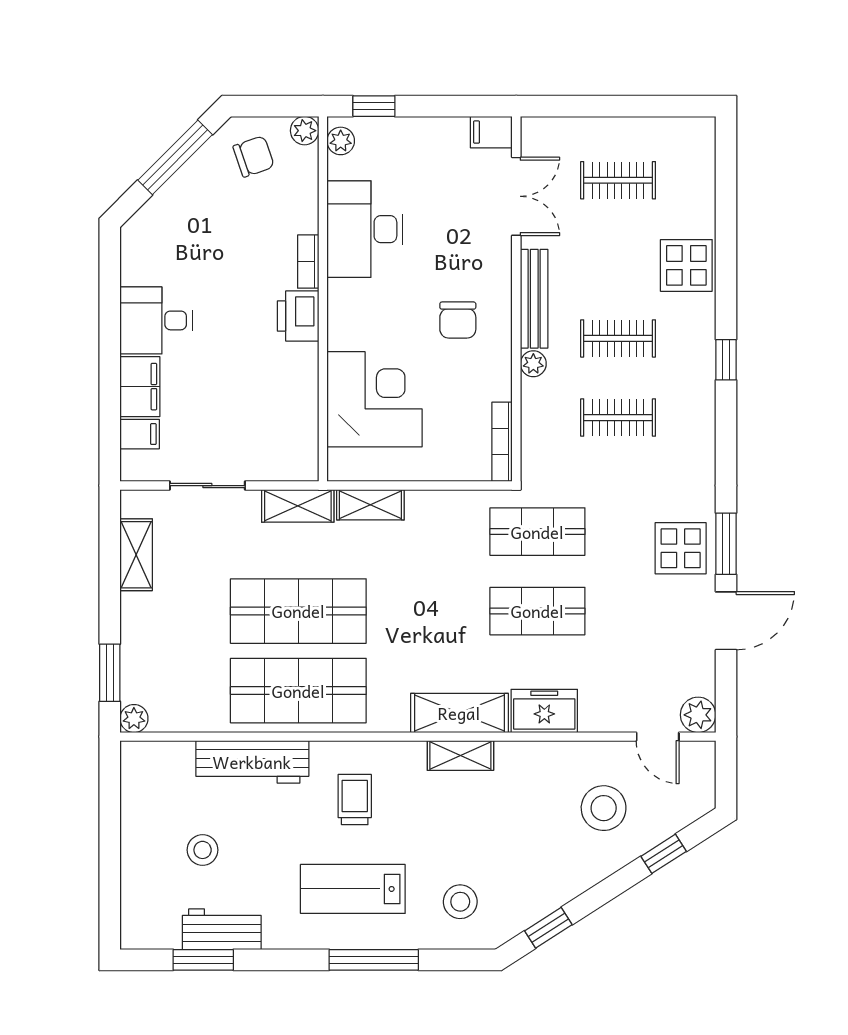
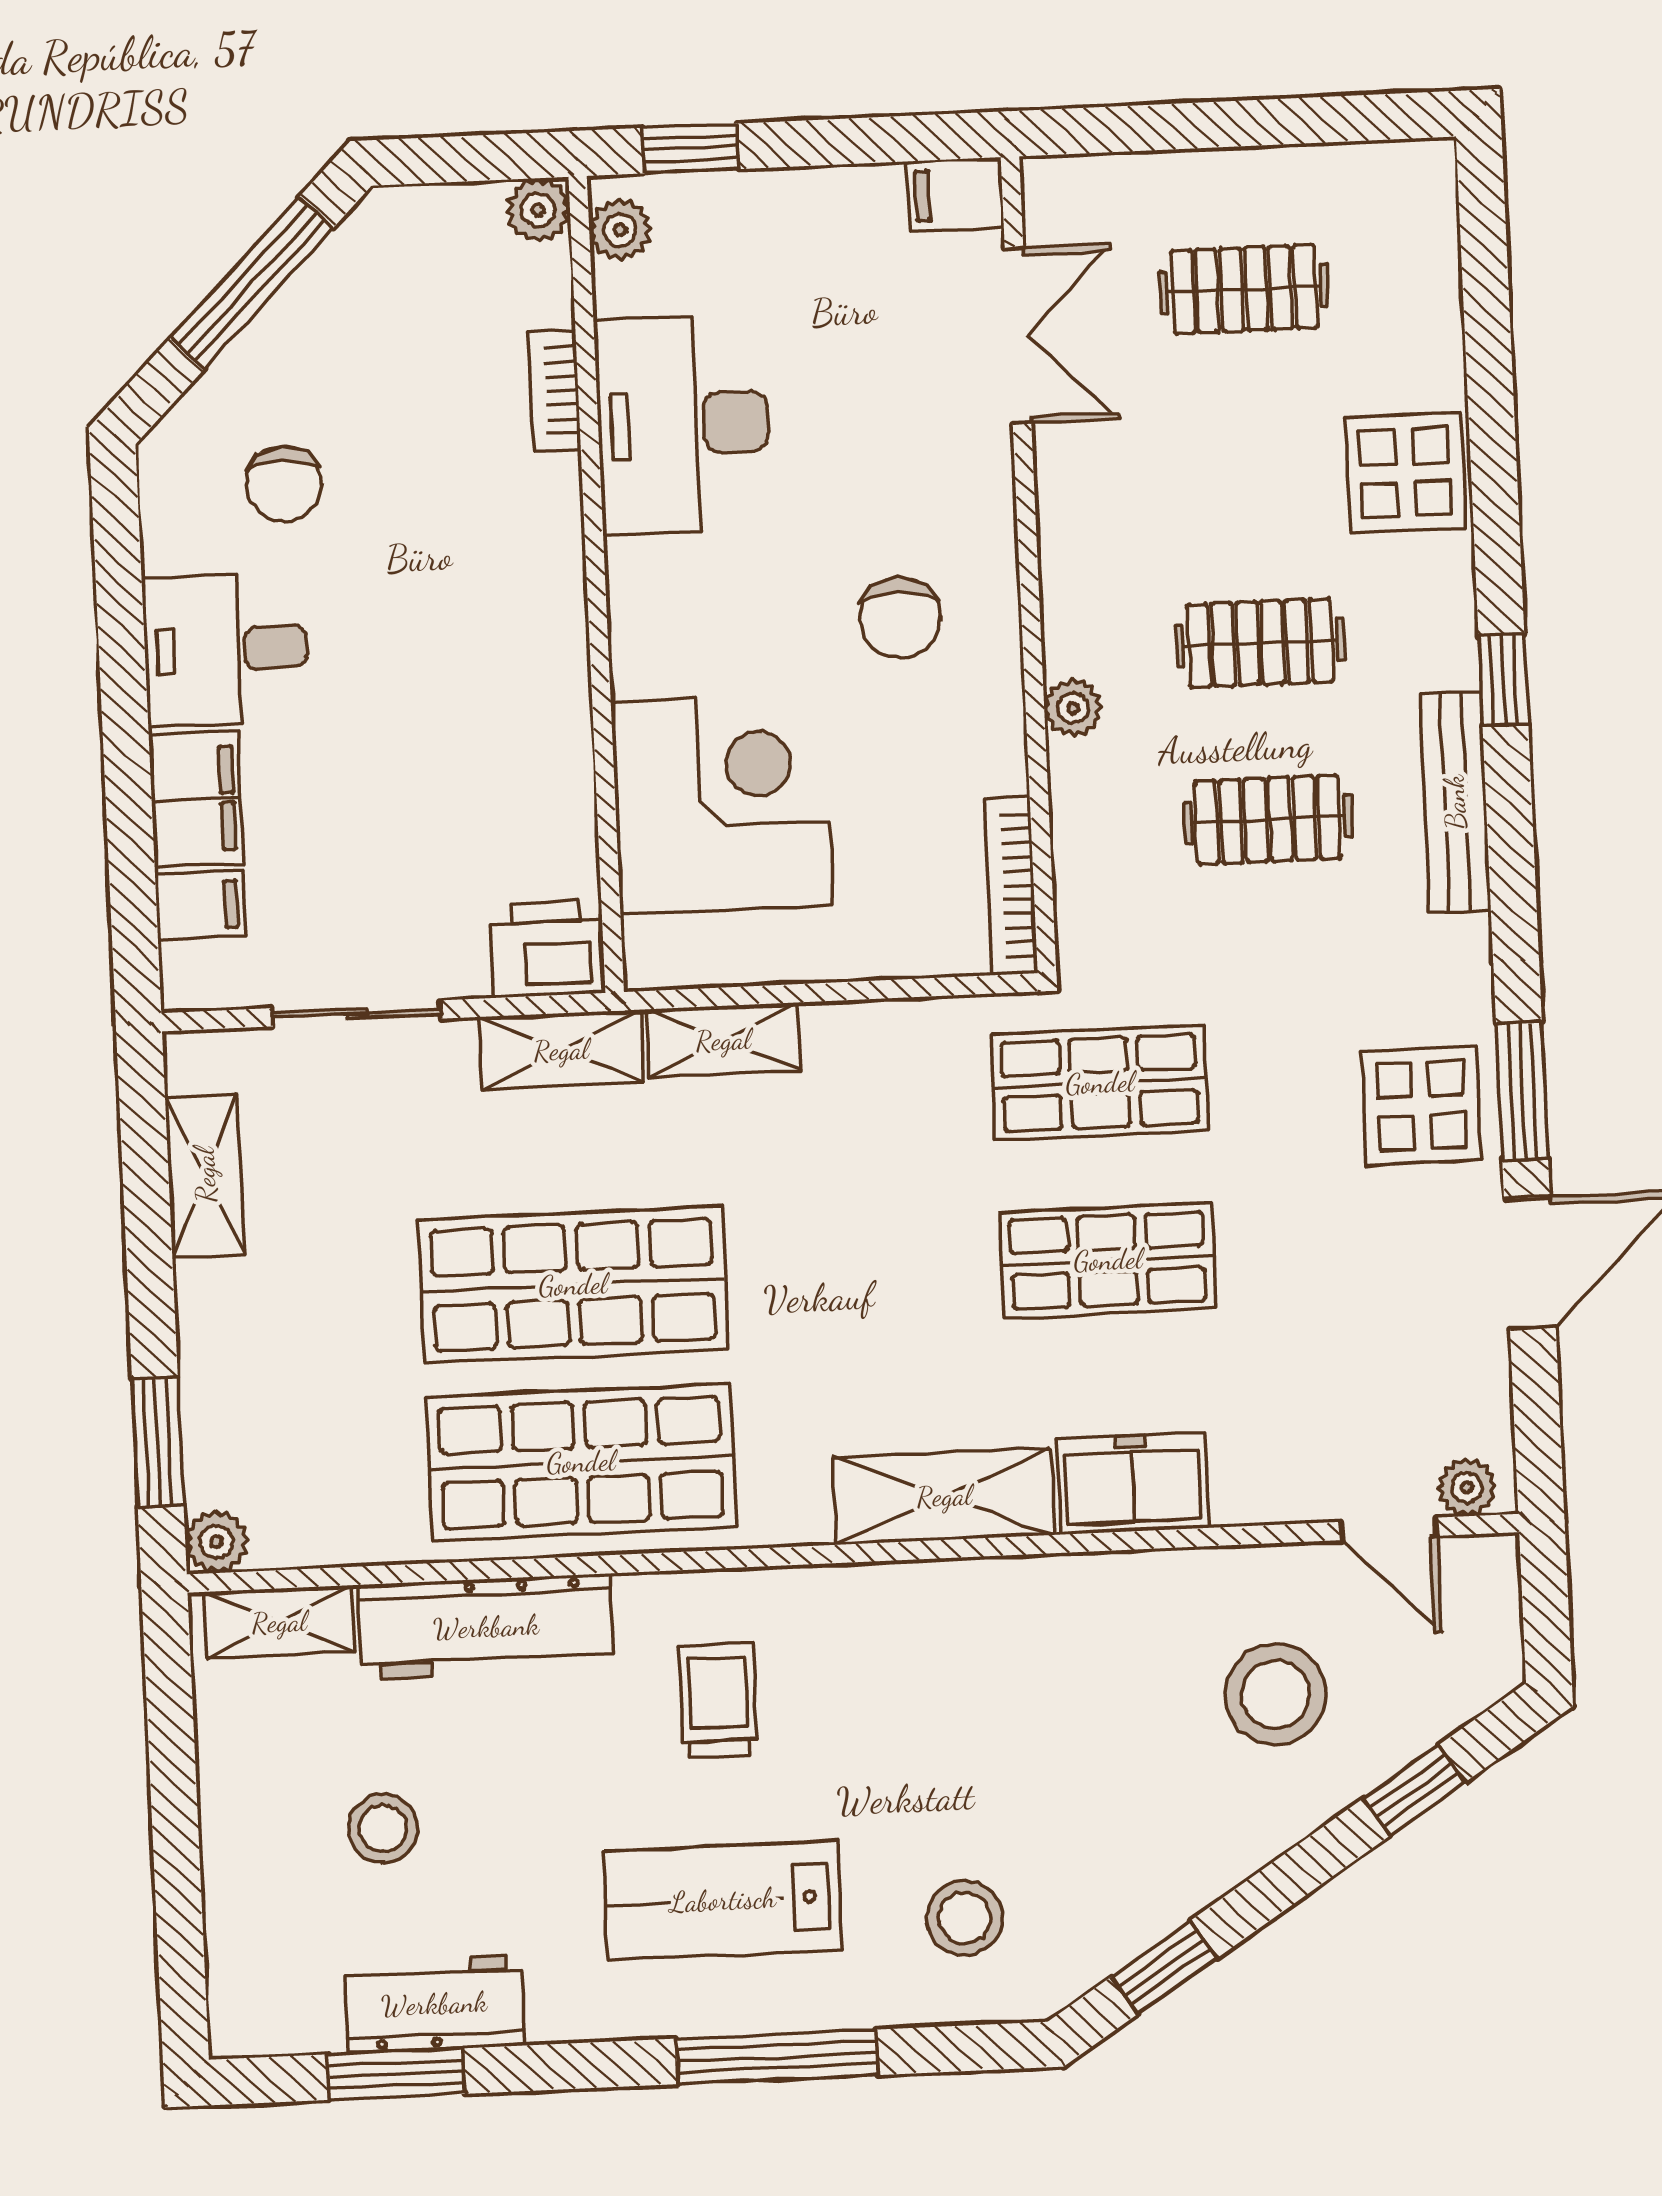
chair: (254, 156) -> (284, 484), moved, turned 109
bookcase: (308, 262) -> (554, 391), moved
bench: (534, 299) -> (1455, 802), moved
printer: (298, 316) -> (547, 949), moved, turned 90
plant: (698, 715) -> (1467, 1487), width x0.73, depth x0.73
shelving: (460, 756) -> (279, 1622), moved

